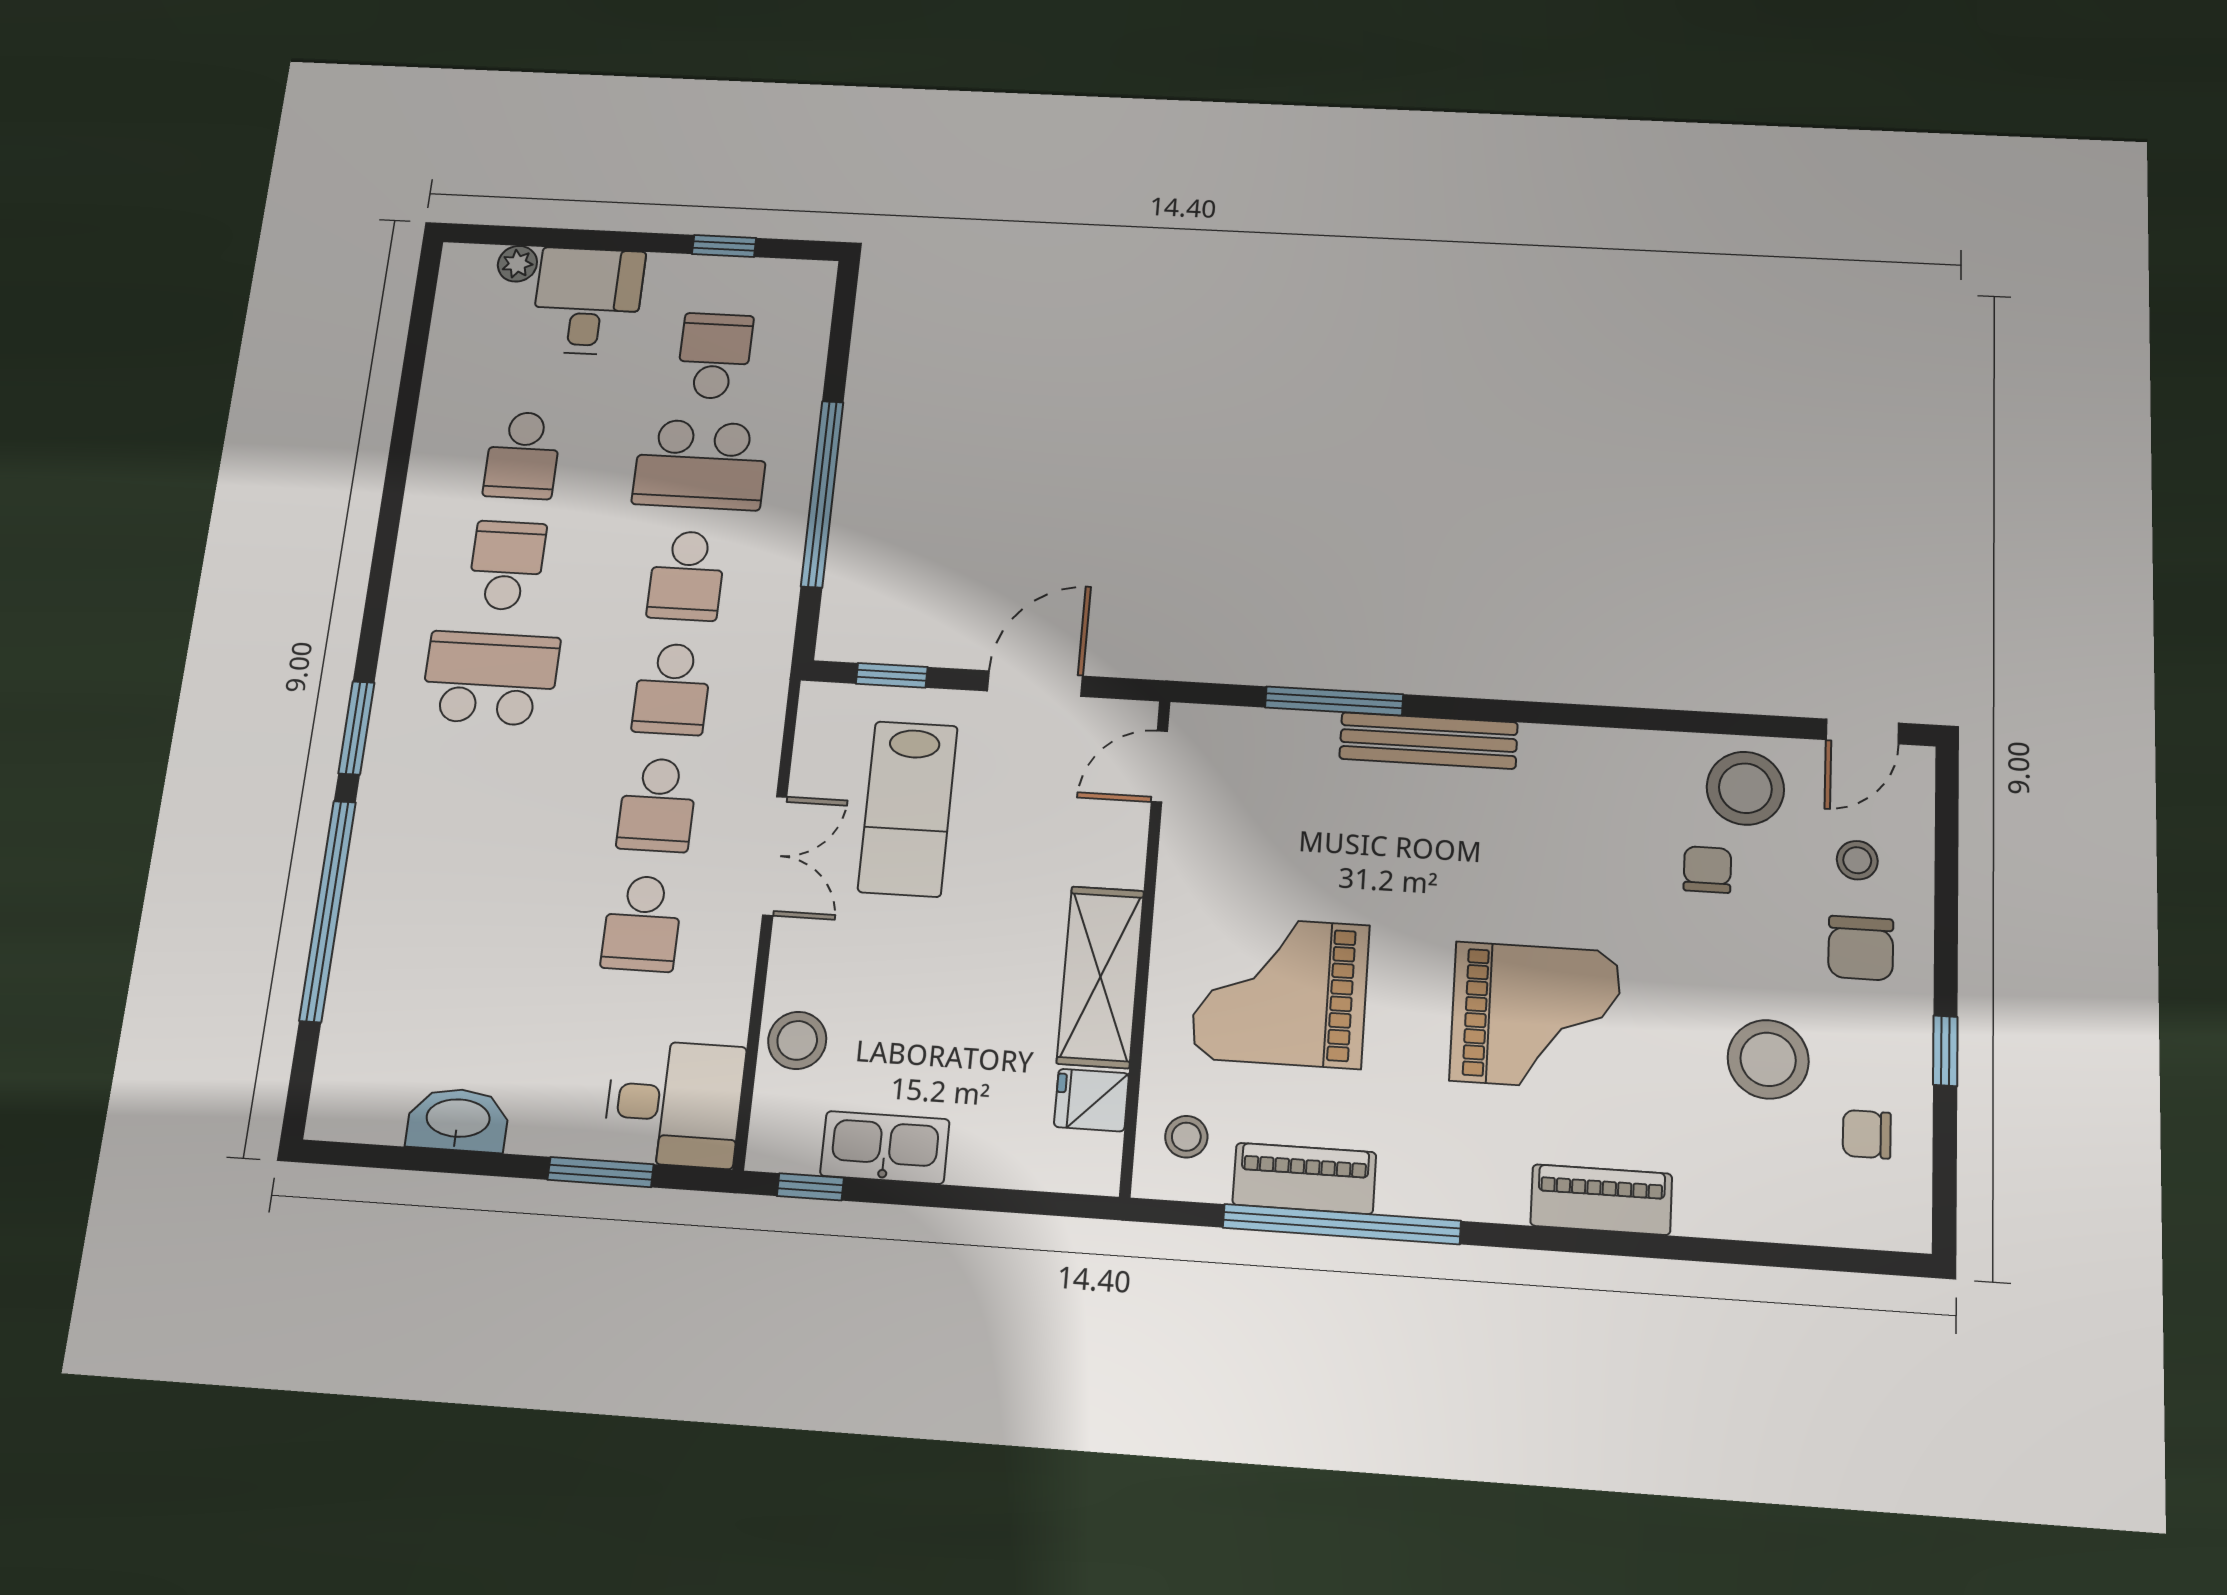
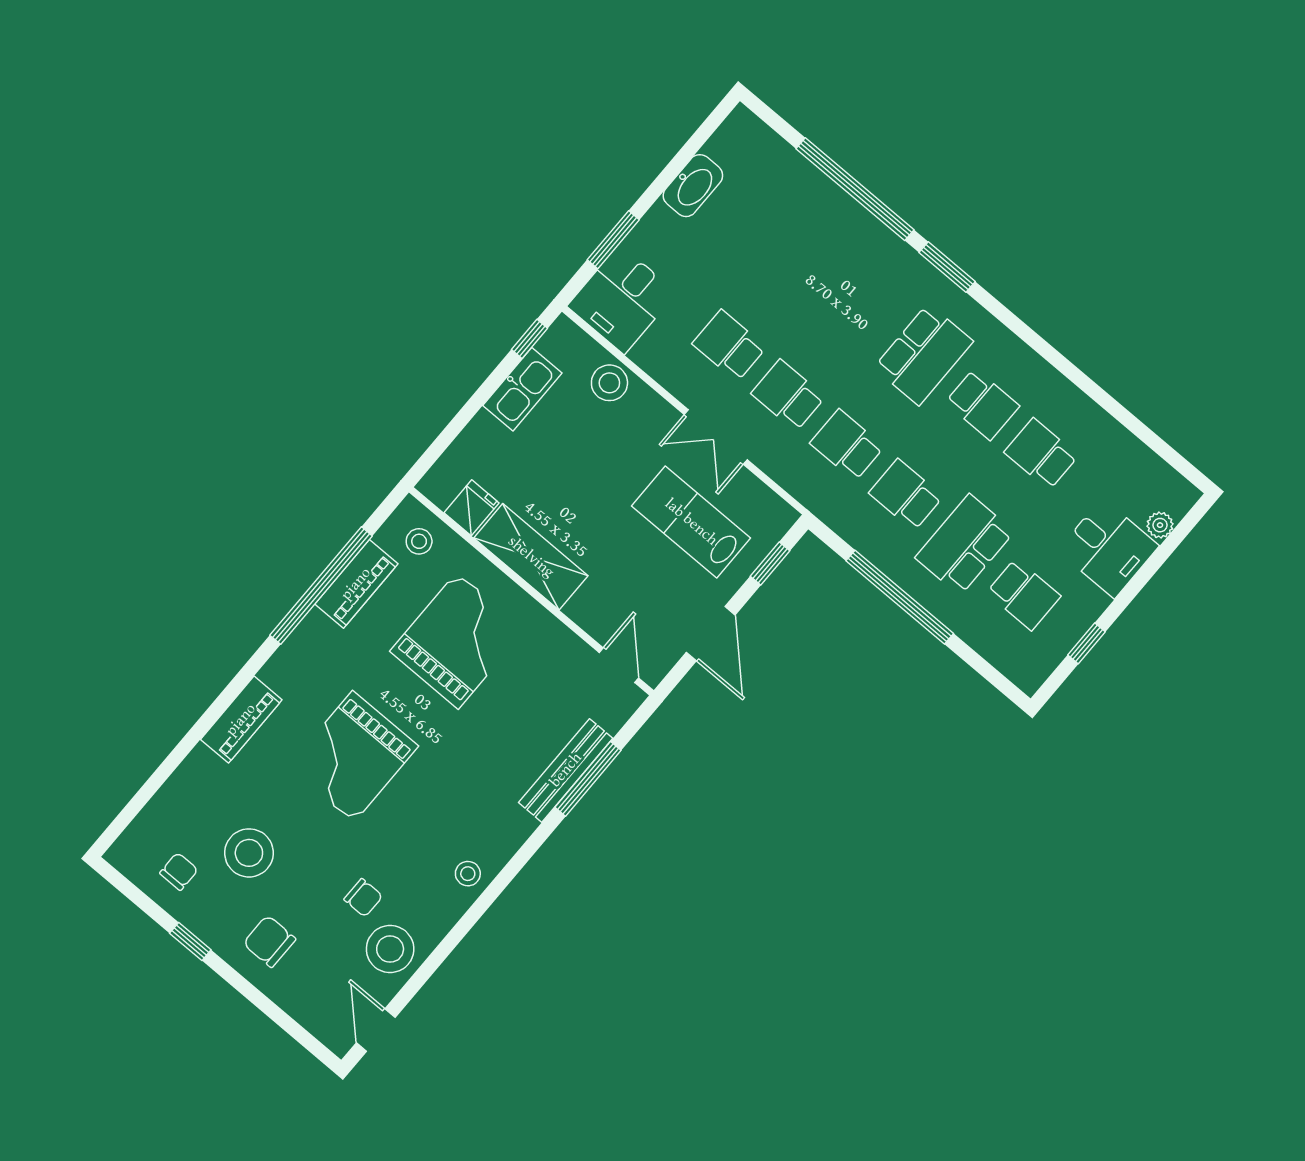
bench: (1429, 741) -> (566, 770), moved
stool: (1857, 860) -> (468, 874), moved

